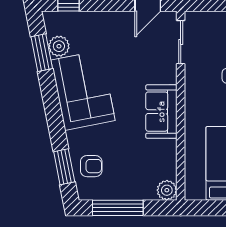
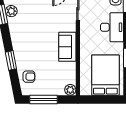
corner sofa: (83, 90) -> (24, 35), removed
window: (64, 167) -> (11, 60), moved

